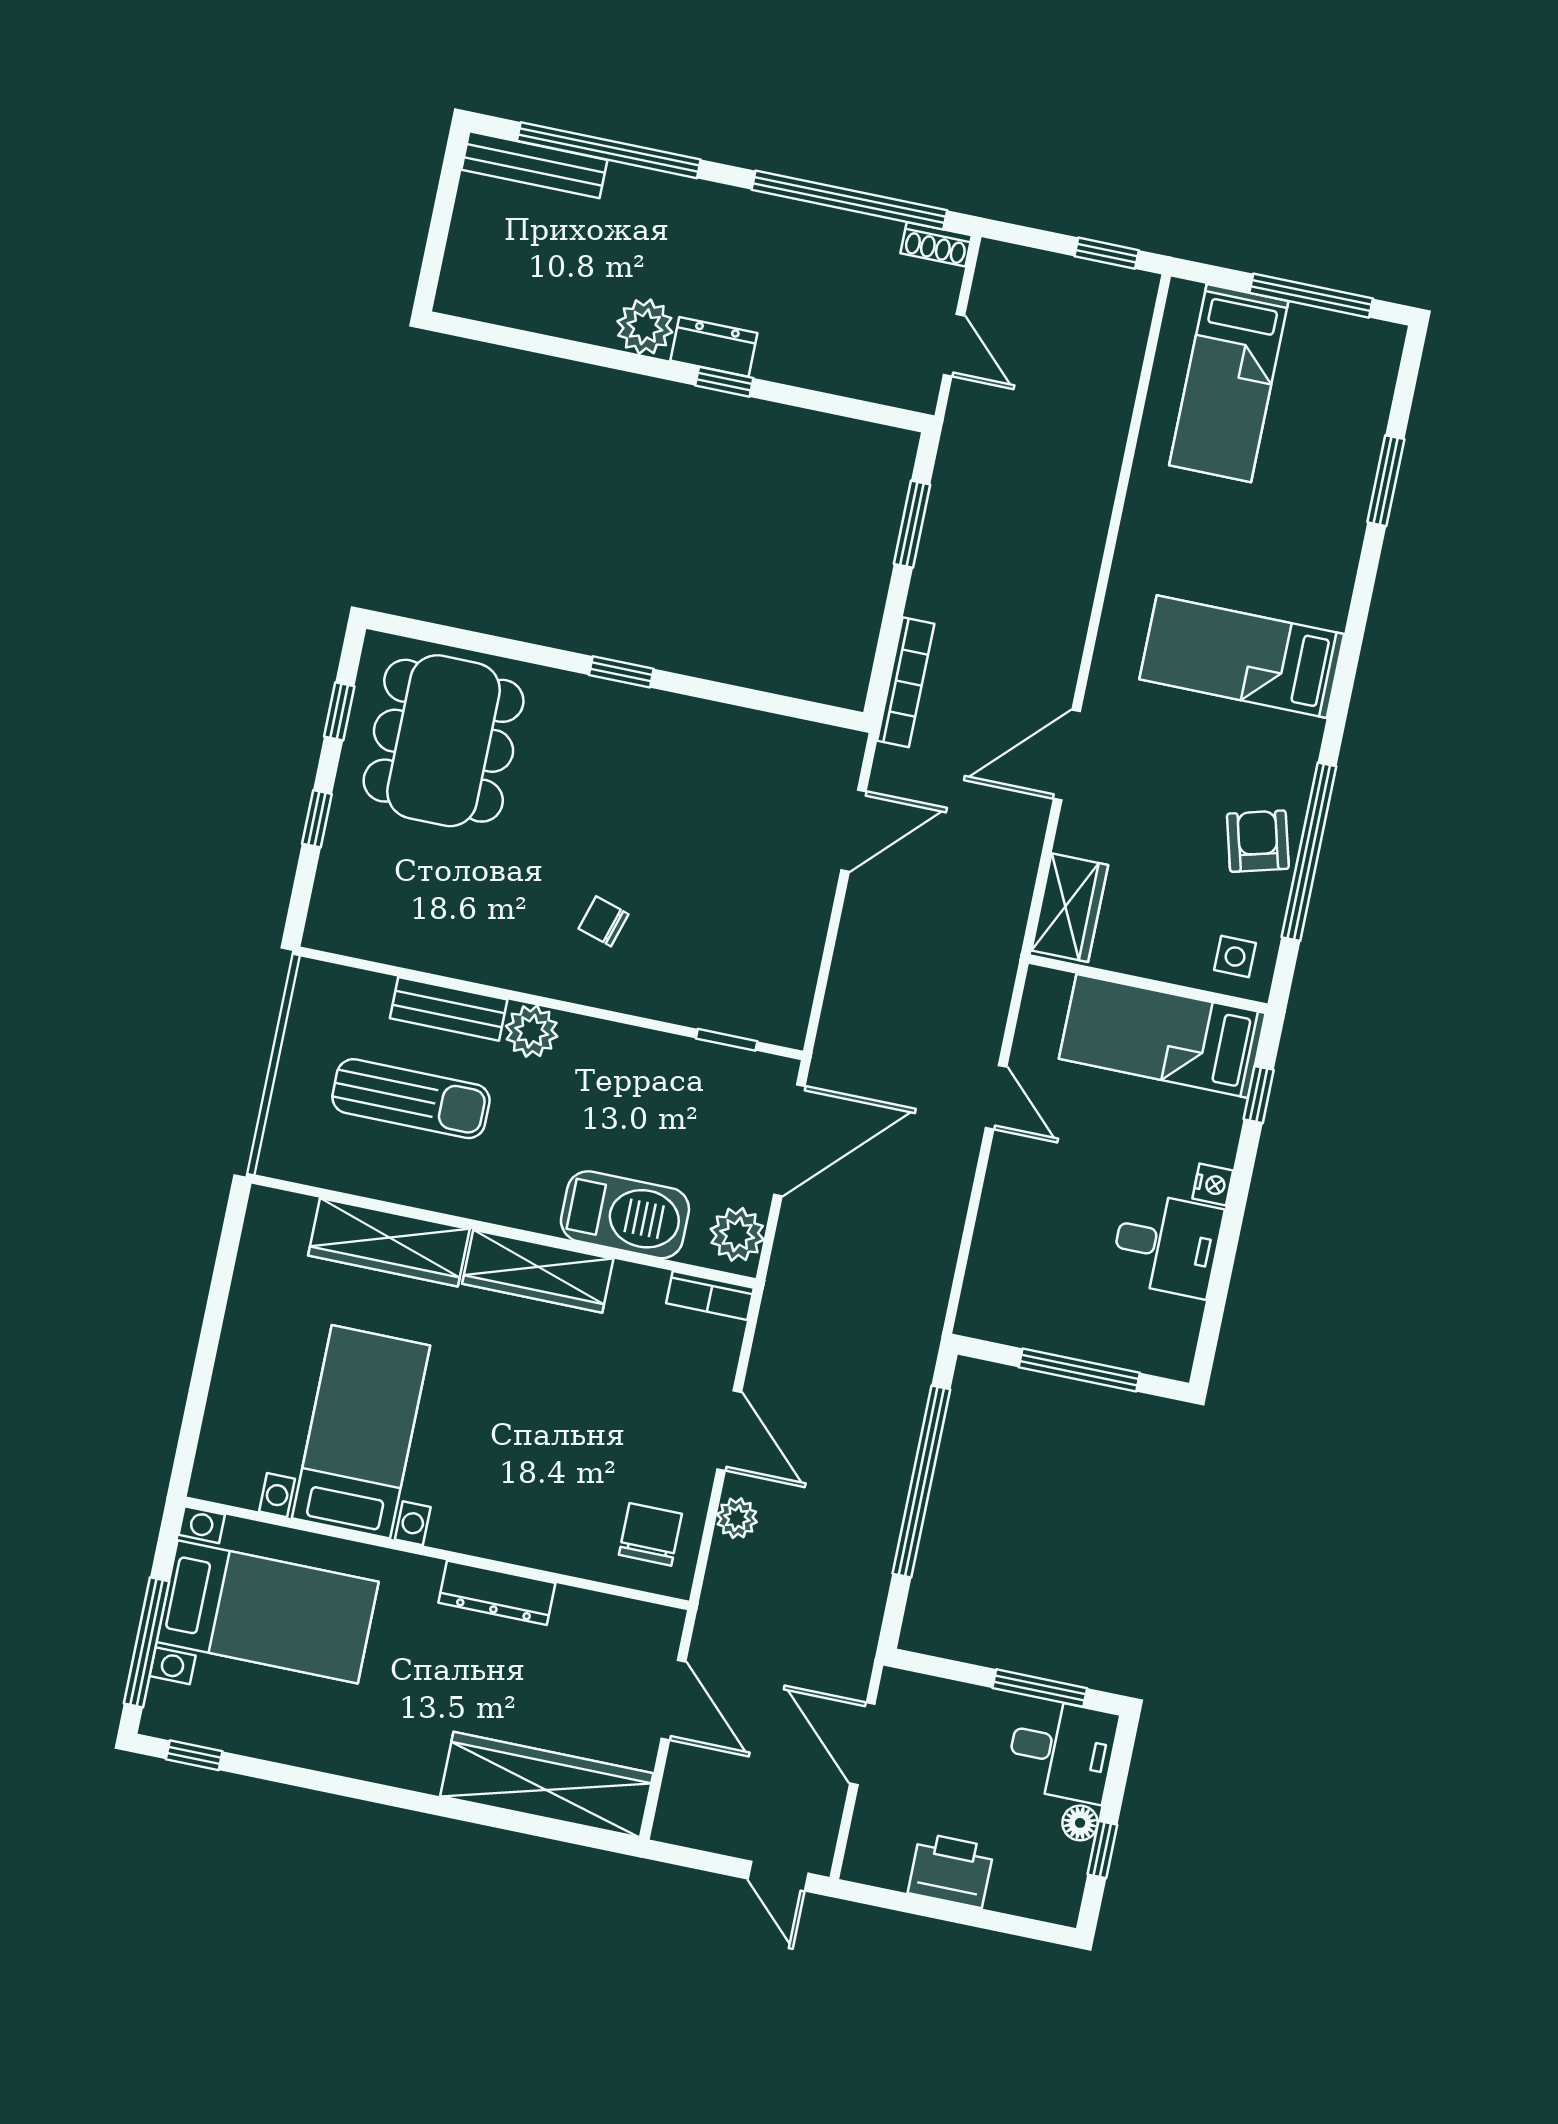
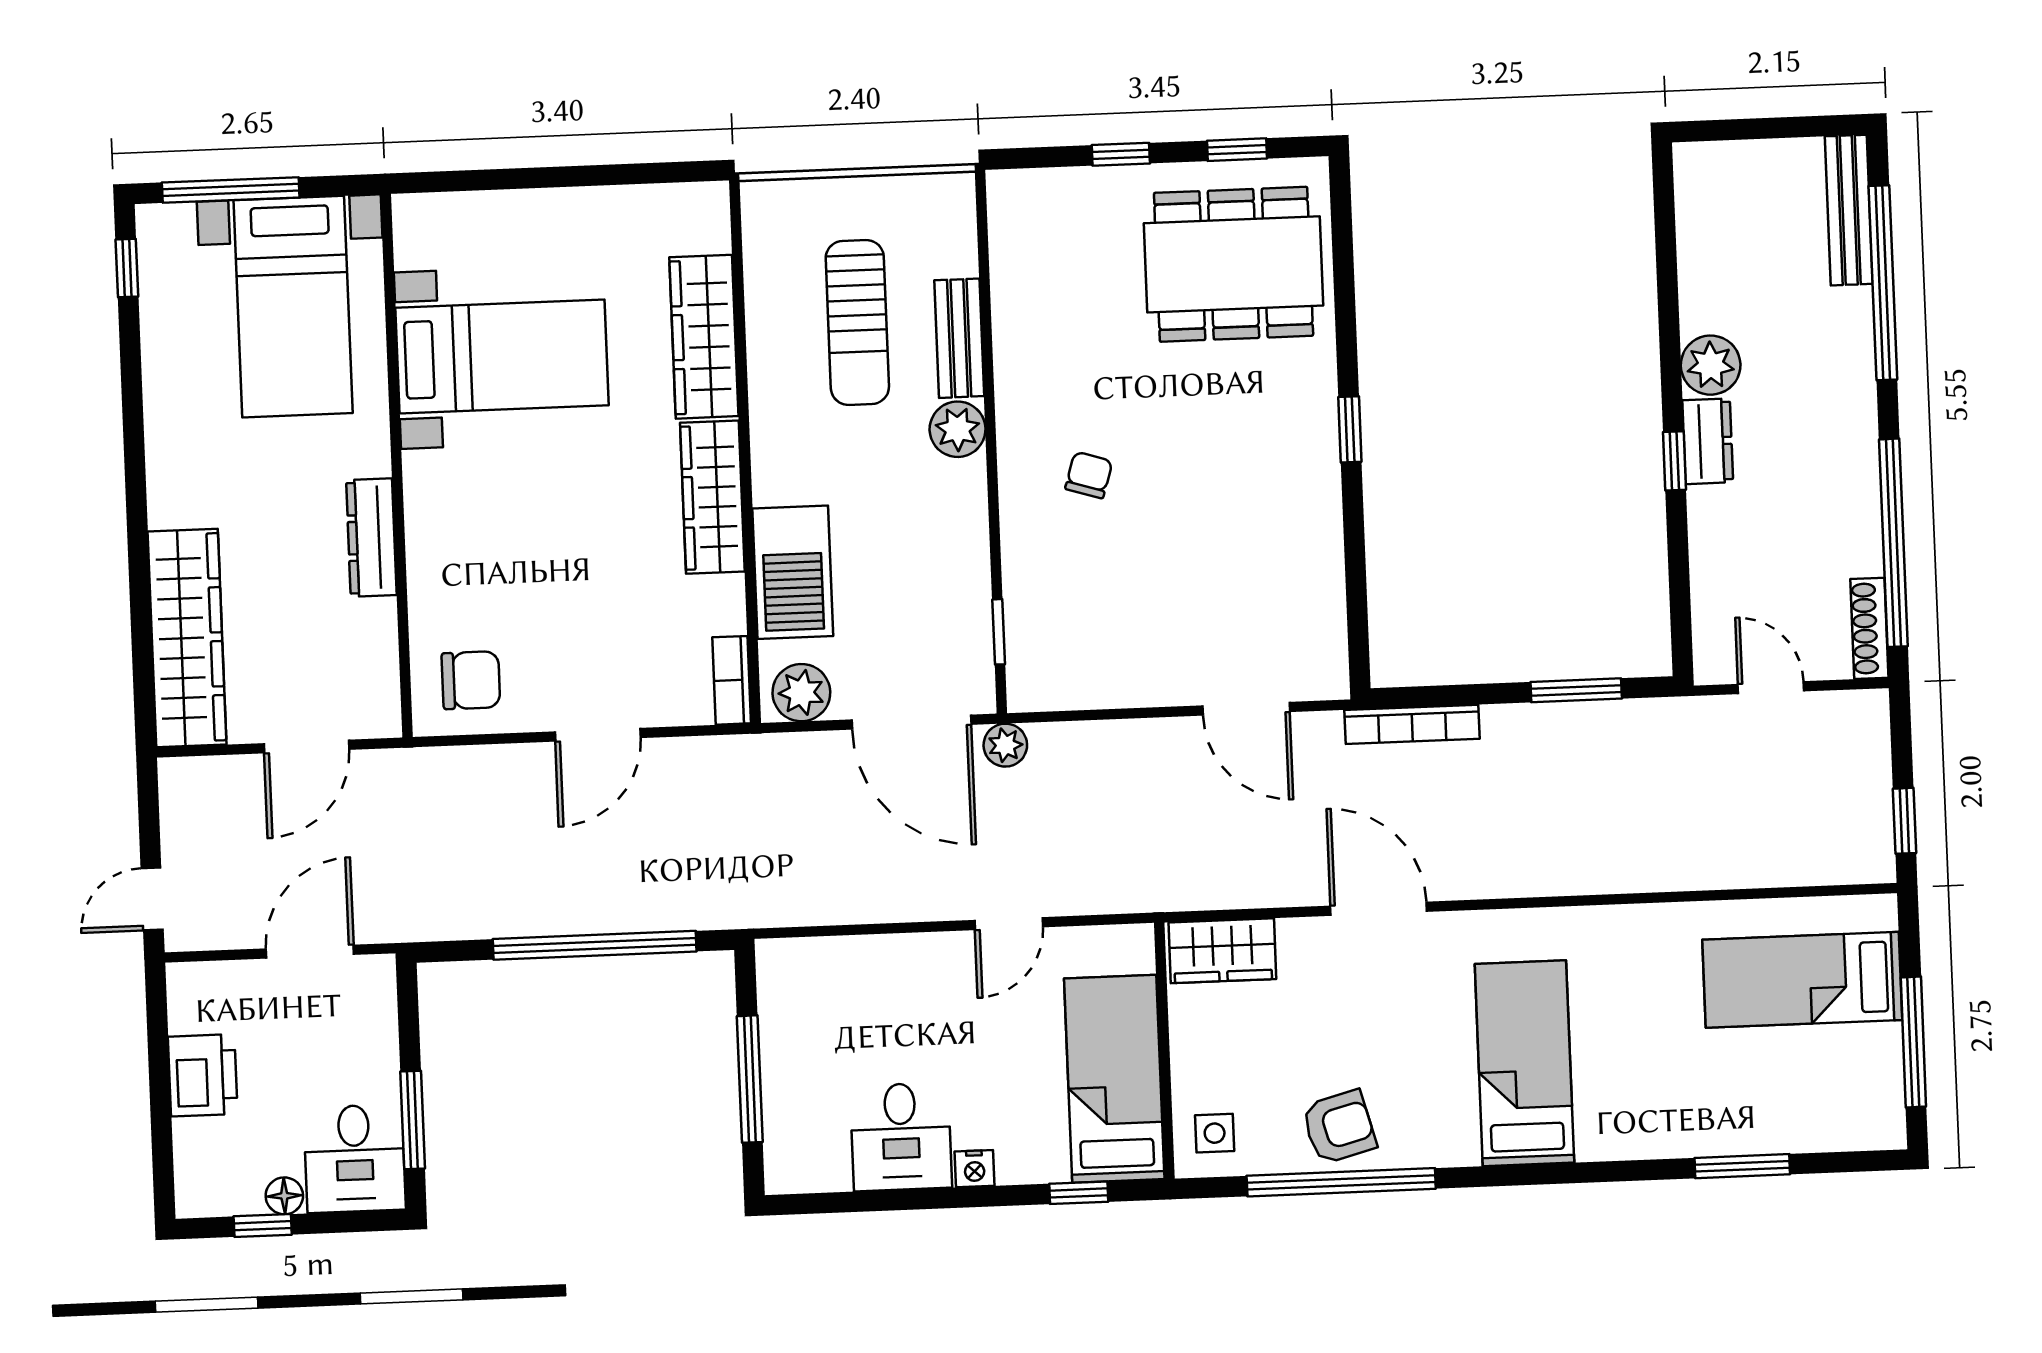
shoe rack: (936, 244) -> (1869, 628), width x1.43
door: (954, 345) -> (1771, 688), swing flipped
plant: (737, 1518) -> (1005, 745), moved

